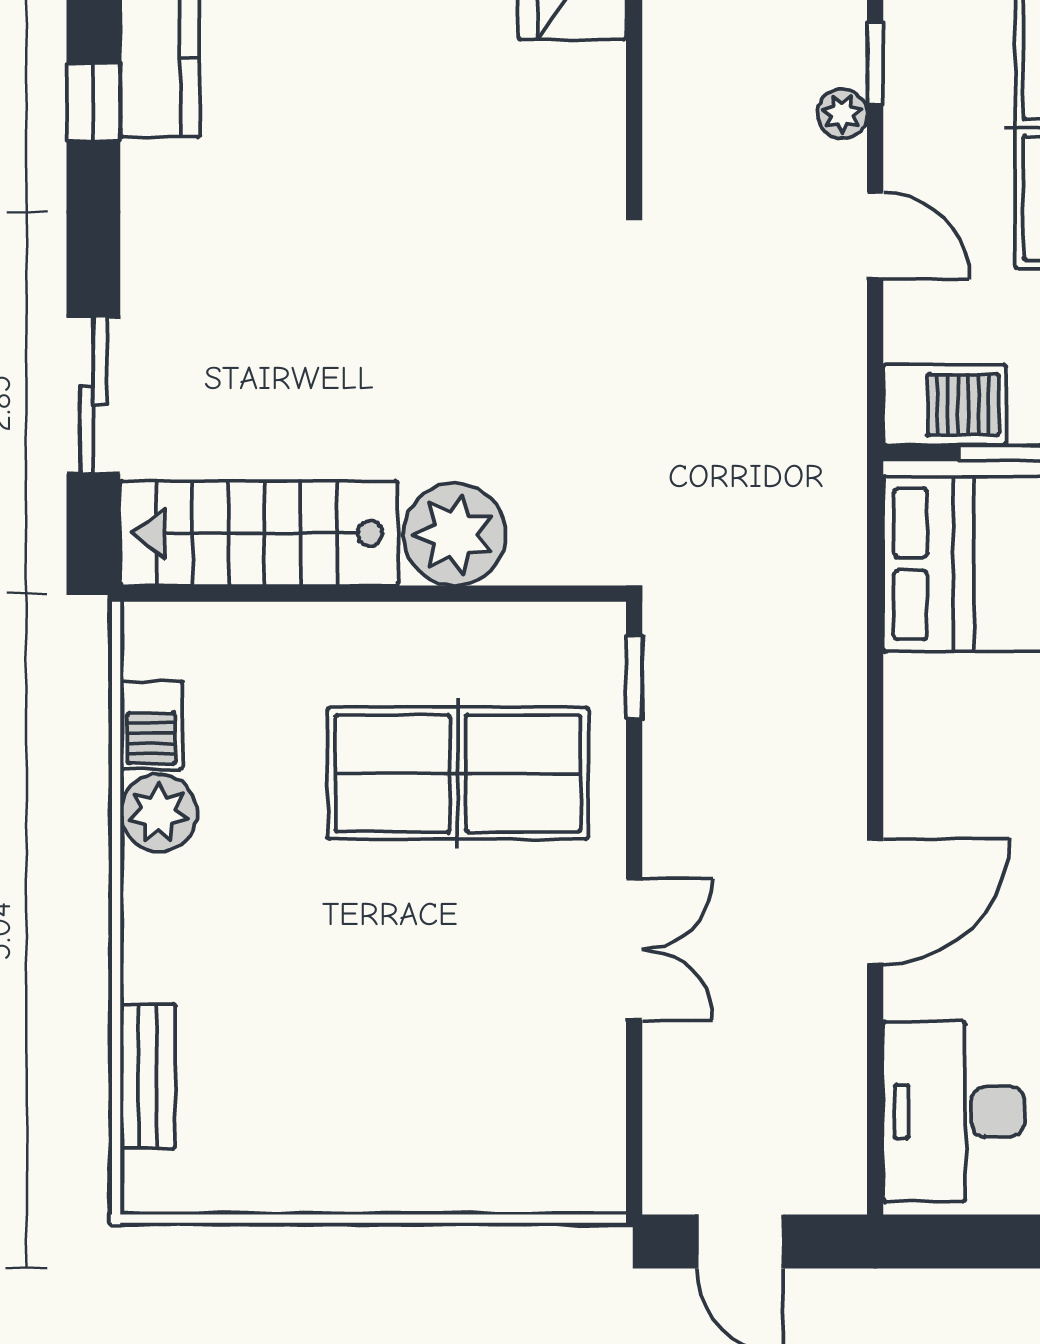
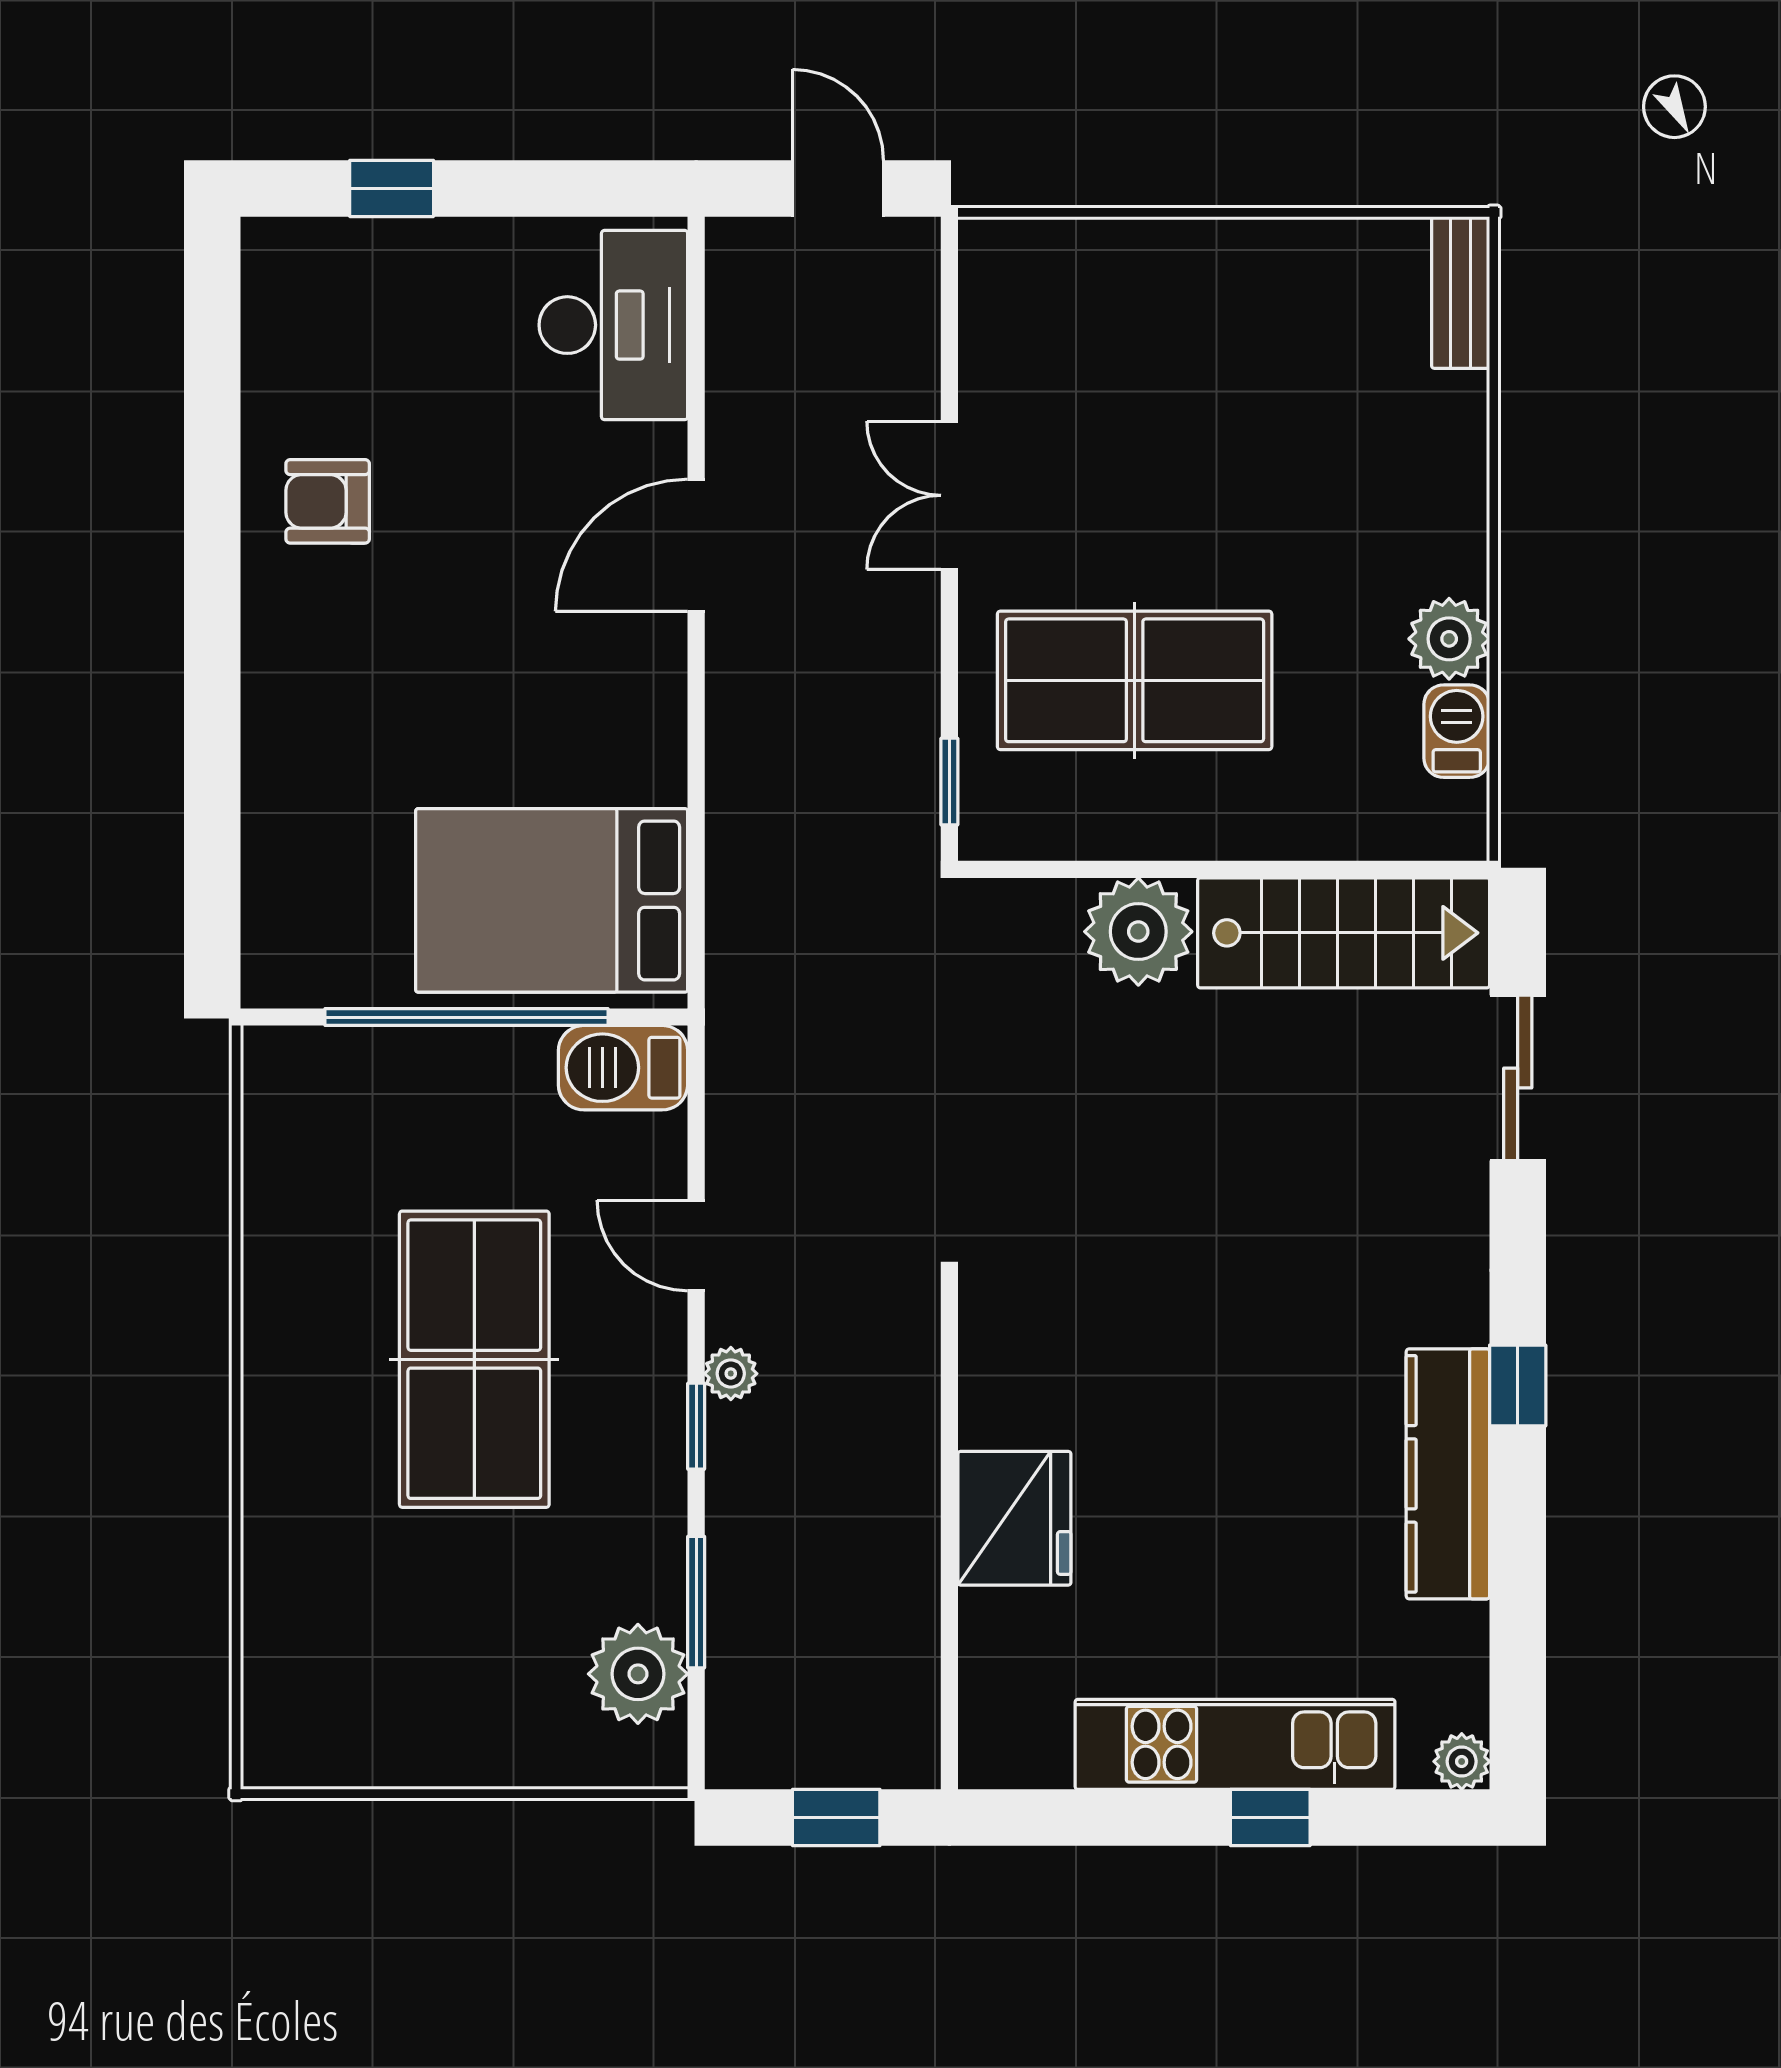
bench: (148, 1076) -> (1461, 292), moved

